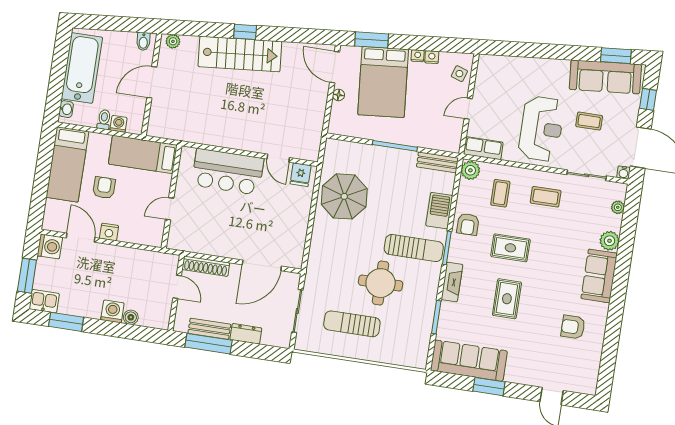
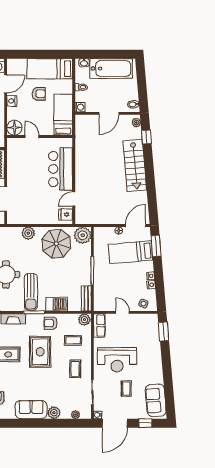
window: (245, 32) -> (146, 137), moved
window: (616, 56) -> (164, 331), moved
sofa: (605, 77) -> (156, 400), width x0.73
door: (152, 82) -> (109, 113), swing flipped
bed: (383, 82) -> (131, 252), width x0.67
washing machine: (119, 124) -> (80, 107), moved
plant: (337, 153) -> (83, 235), added
floor lamp: (151, 234) -> (14, 128), added
plant: (321, 238) -> (28, 233), added
rug: (510, 248) -> (40, 352), width x1.36, depth x1.43

